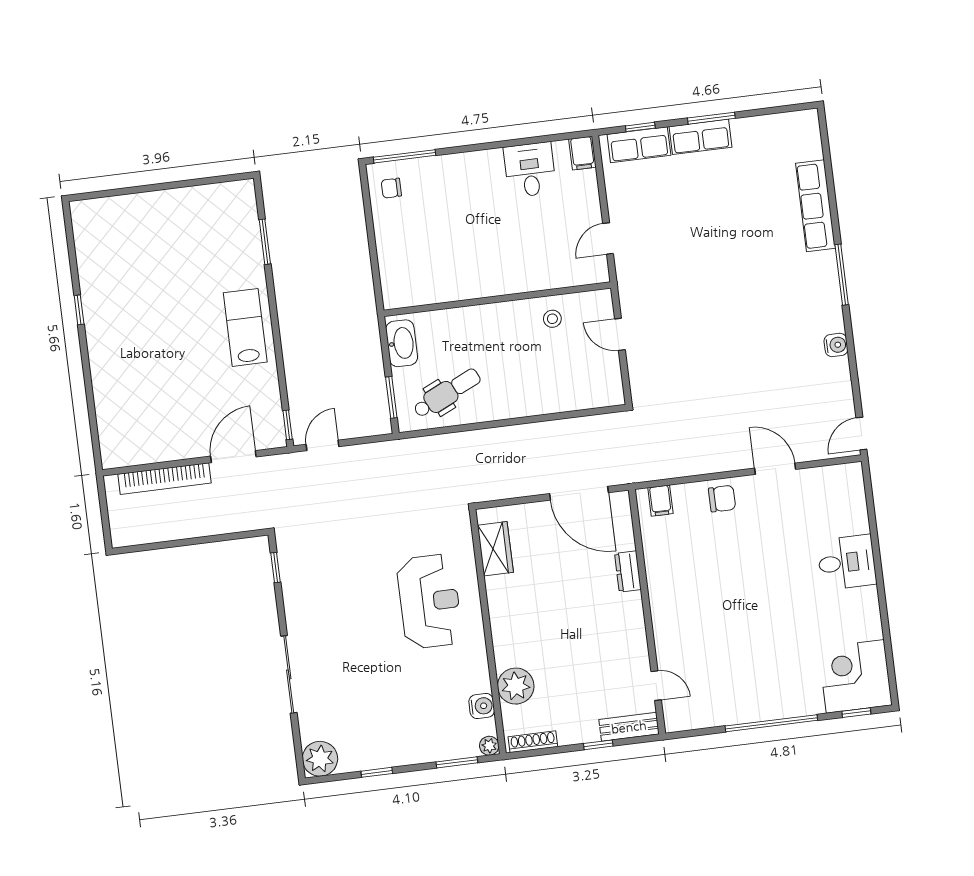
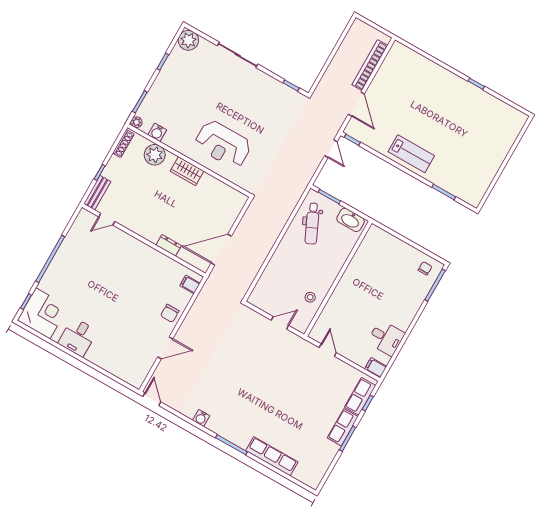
wardrobe: (495, 549) -> (187, 171), moved
desk: (847, 562) -> (78, 337), moved

